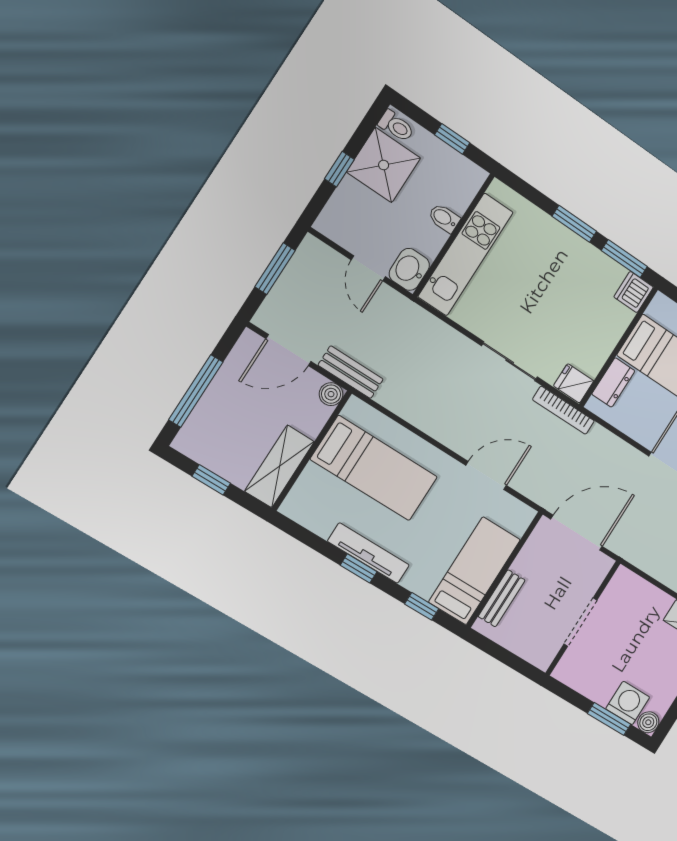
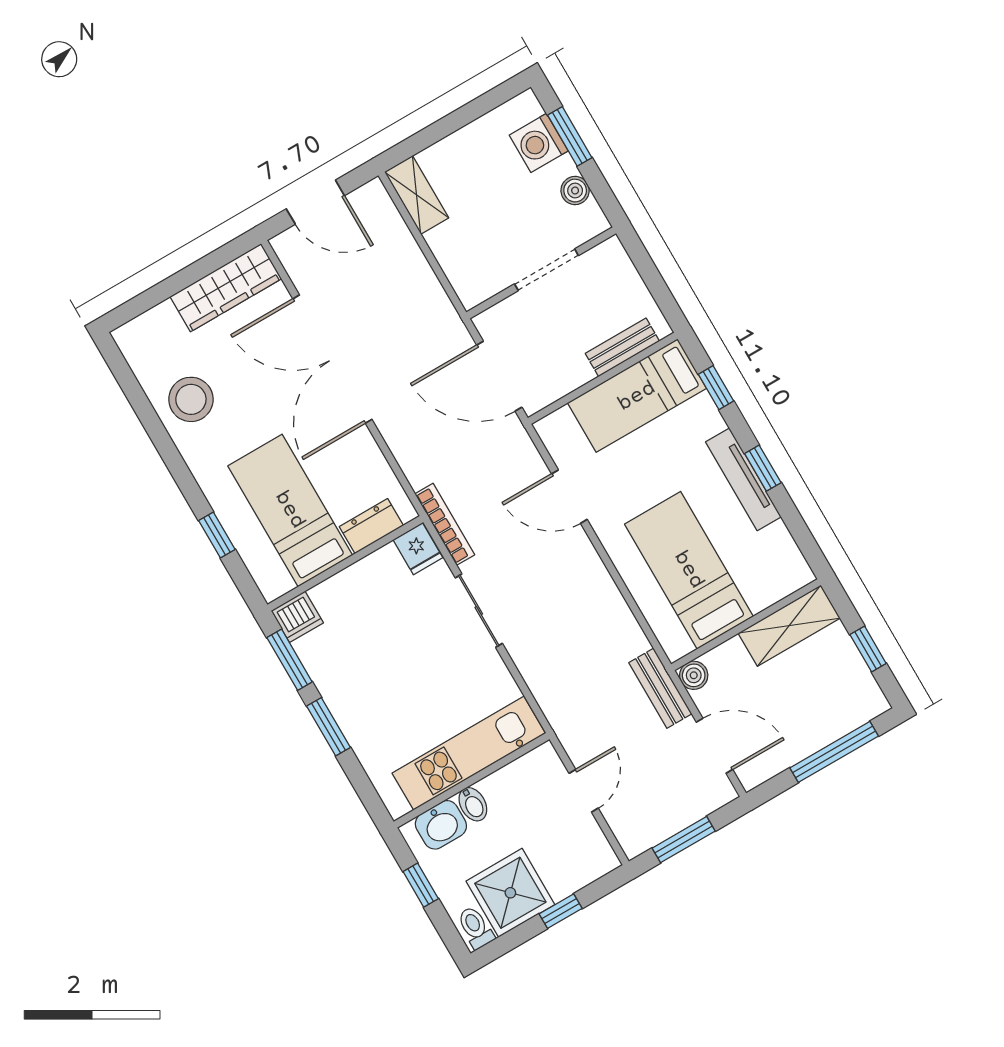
washbasin: (409, 269) -> (441, 825), moved
boiler: (648, 722) -> (575, 191), moved

